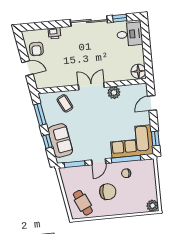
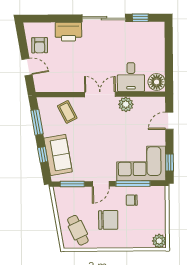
printer: (54, 33) -> (68, 32), width x1.87, depth x1.48
desk: (130, 34) -> (131, 77), moved, turned 90

